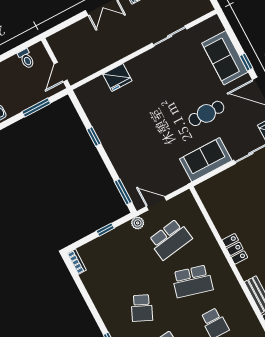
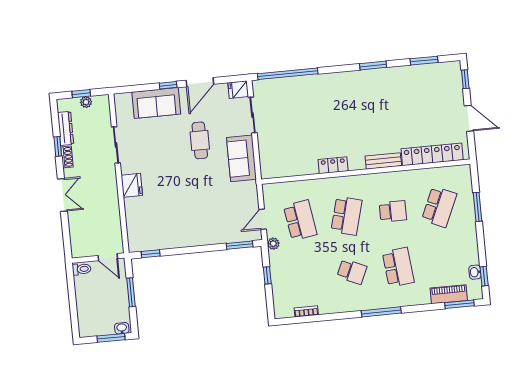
toilet: (26, 59) -> (82, 269), moved
fridge: (117, 78) -> (132, 185), moved
window: (94, 137) -> (151, 254), moved
bookcase: (77, 262) -> (306, 311), moved

